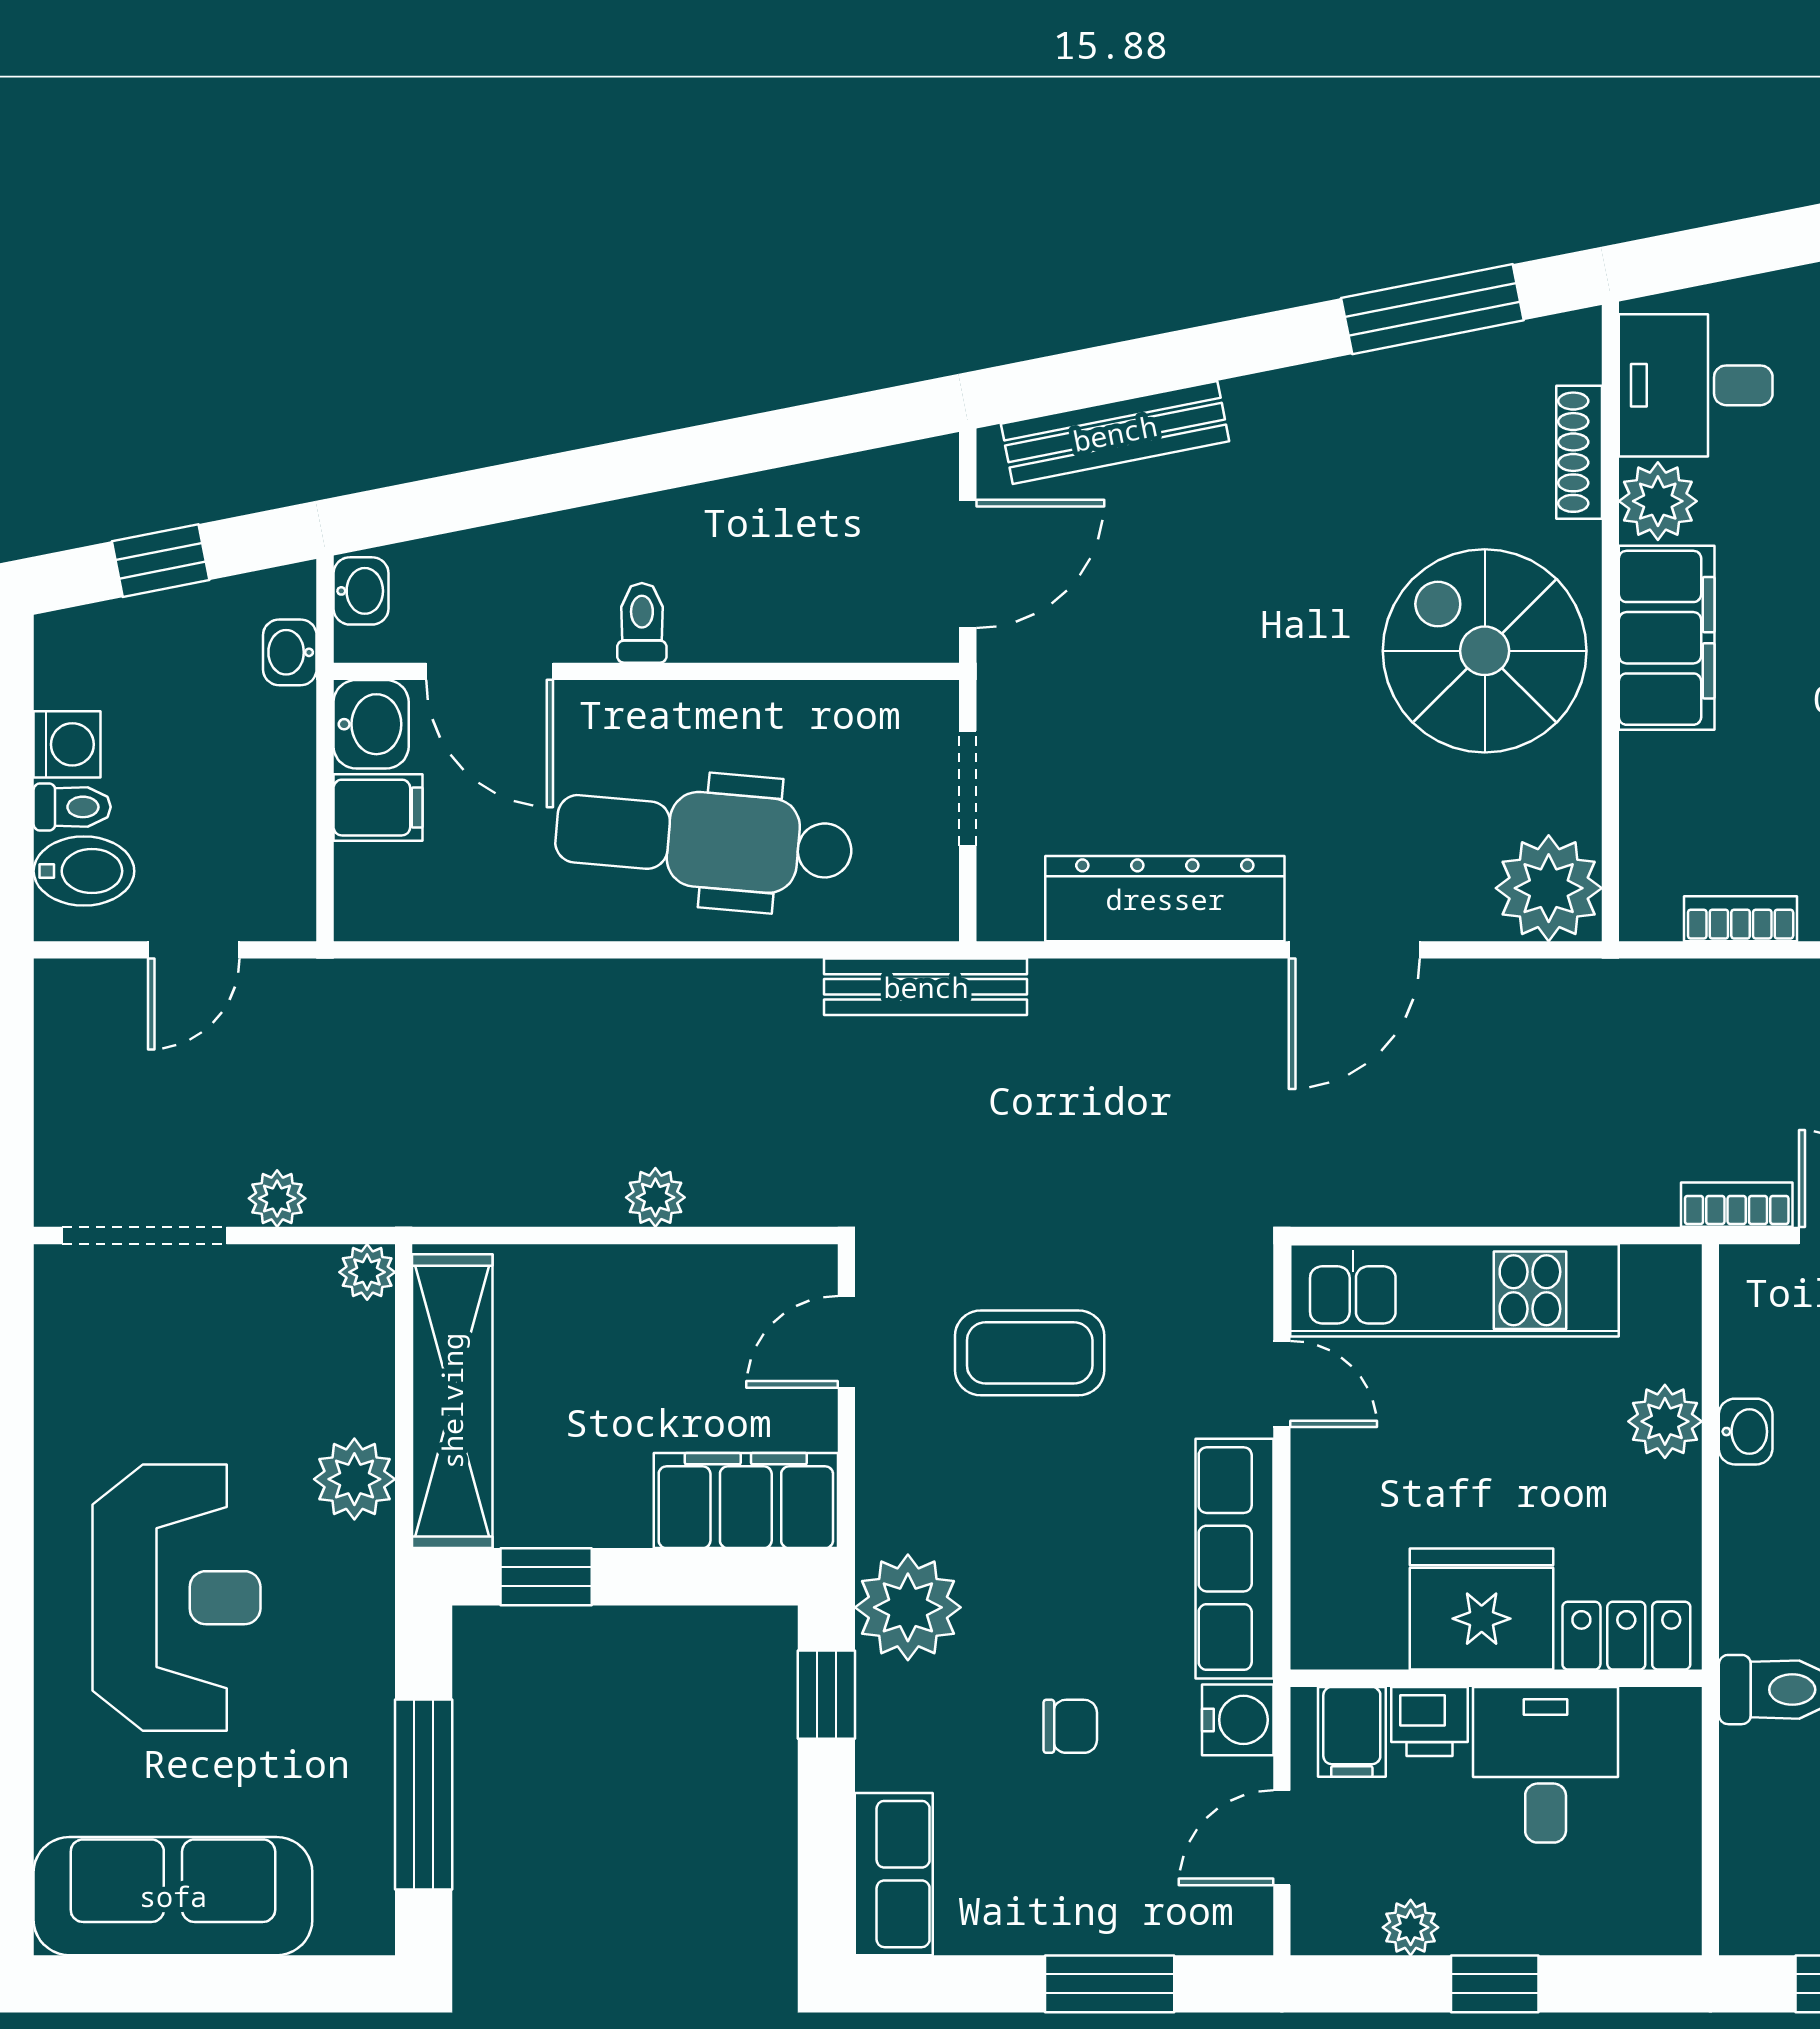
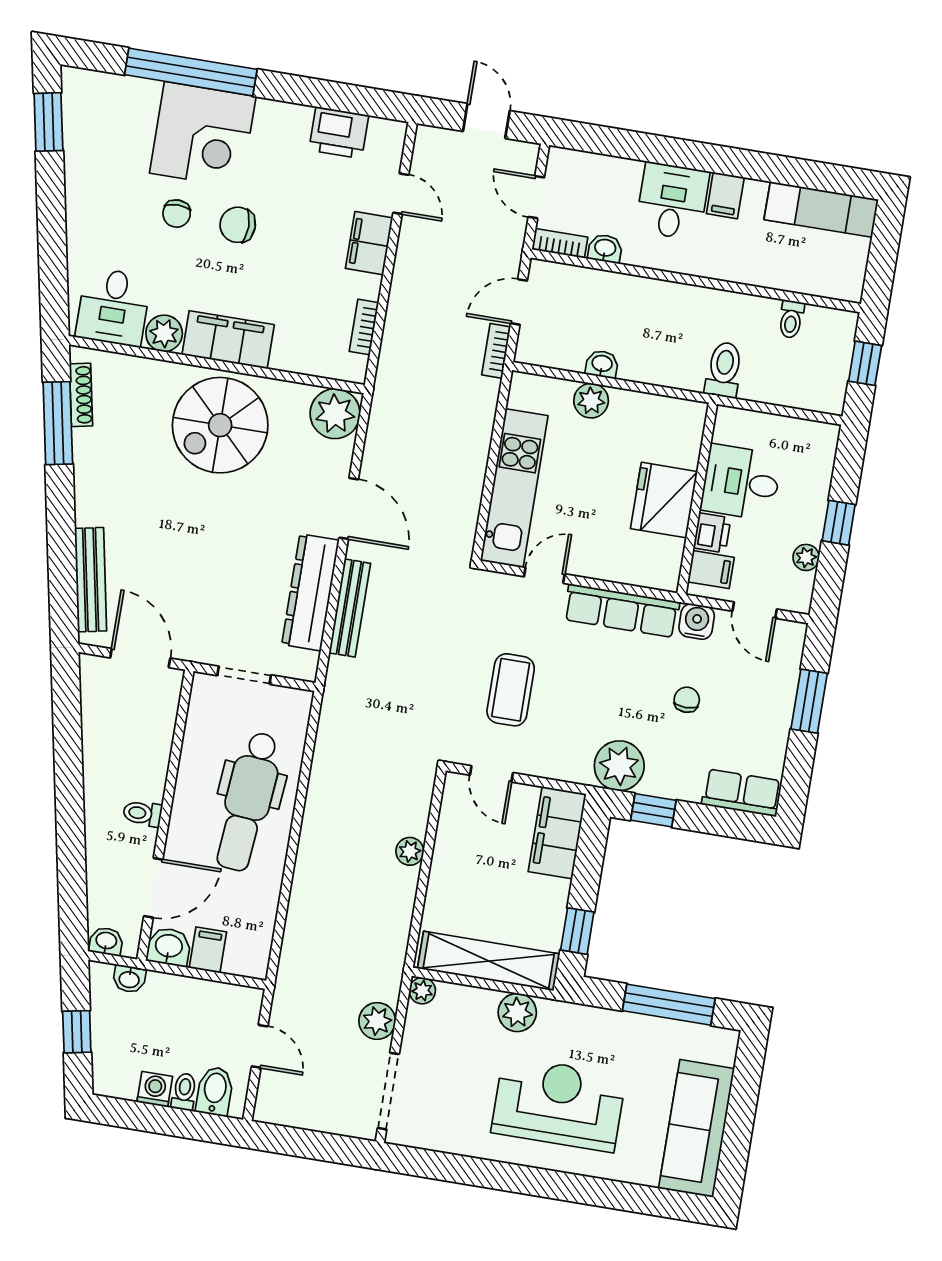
shoe rack: (1579, 452) -> (81, 395), moved, turned -101
bench: (926, 987) -> (350, 608), moved
plant: (277, 1198) -> (377, 1021), width x1.38, depth x1.38
locker: (1626, 1636) -> (687, 435), removed

